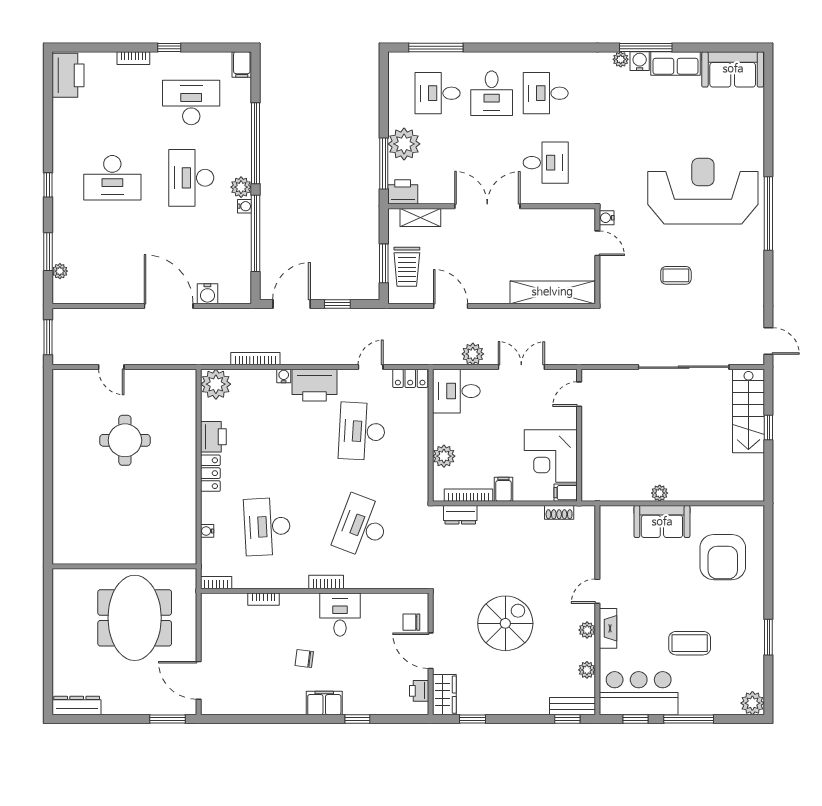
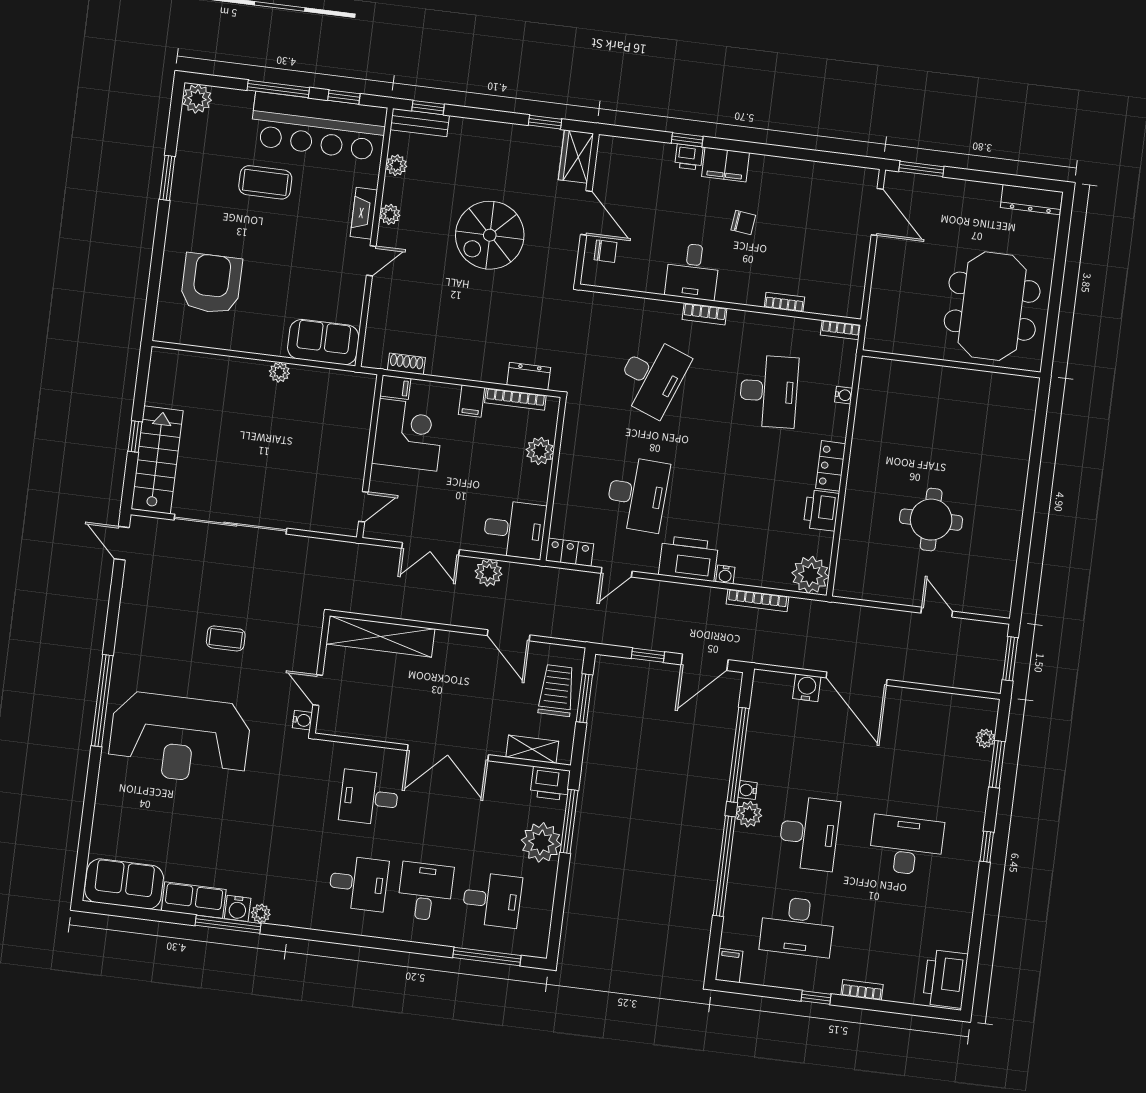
sofa: (662, 522) -> (323, 342), moved
meeting table: (135, 618) -> (992, 306), moved
printer: (419, 691) -> (689, 157), moved, turned 90
bar counter: (639, 693) -> (318, 126), width x1.36

